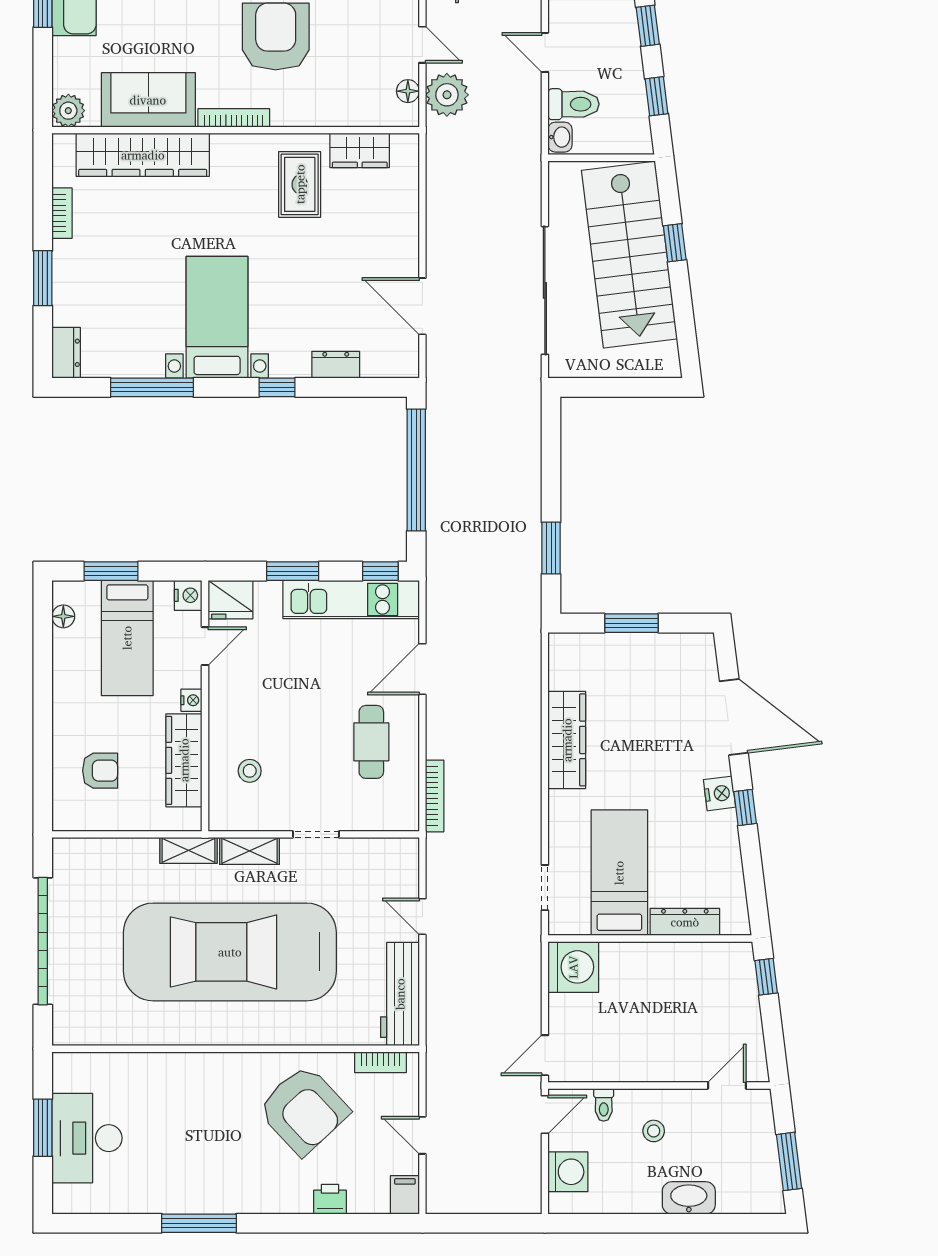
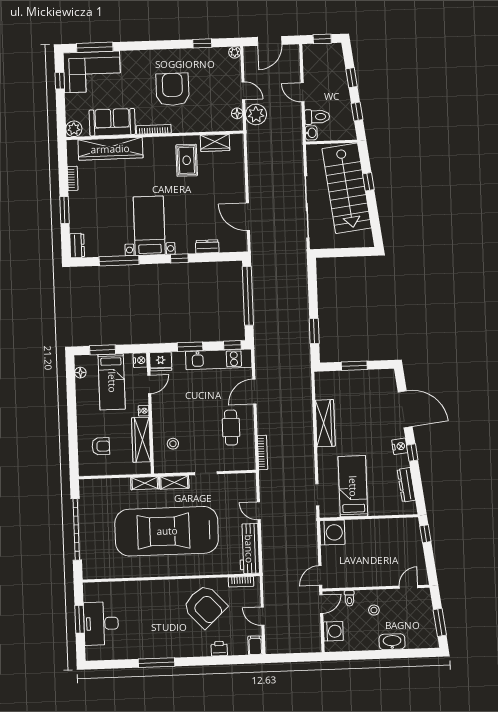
dresser: (685, 922) -> (406, 485), moved, turned -97

